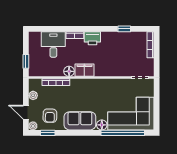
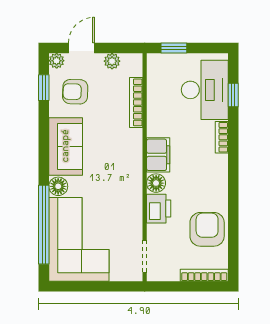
window: (124, 29) -> (233, 95), moved
printer: (92, 38) -> (159, 209), moved, turned 180
armchair: (125, 43) -> (207, 229), added
desk: (53, 45) -> (205, 90), width x1.37
floor lamp: (69, 71) -> (156, 183), moved

